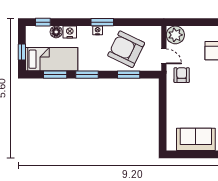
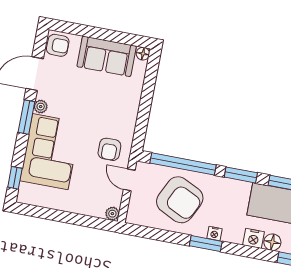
plant: (175, 35) -> (112, 214), width x0.53, depth x0.53
window: (129, 75) -> (183, 164), width x2.11
floor lamp: (171, 146) -> (143, 54), added

